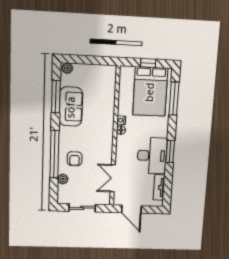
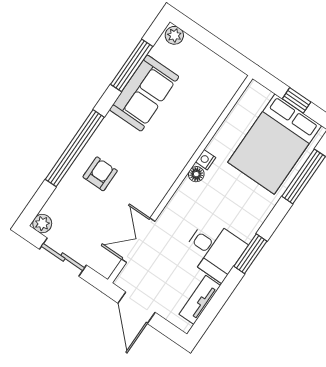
desk: (152, 156) -> (214, 250), width x0.73
armchair: (75, 159) -> (100, 174), turned 180
plant: (63, 179) -> (42, 224), moved

